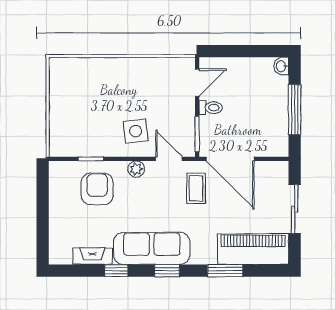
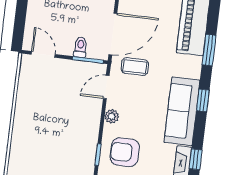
toilet: (211, 108) -> (81, 47), moved
side table: (136, 131) -> (79, 113), removed
window: (116, 271) -> (196, 159), moved

